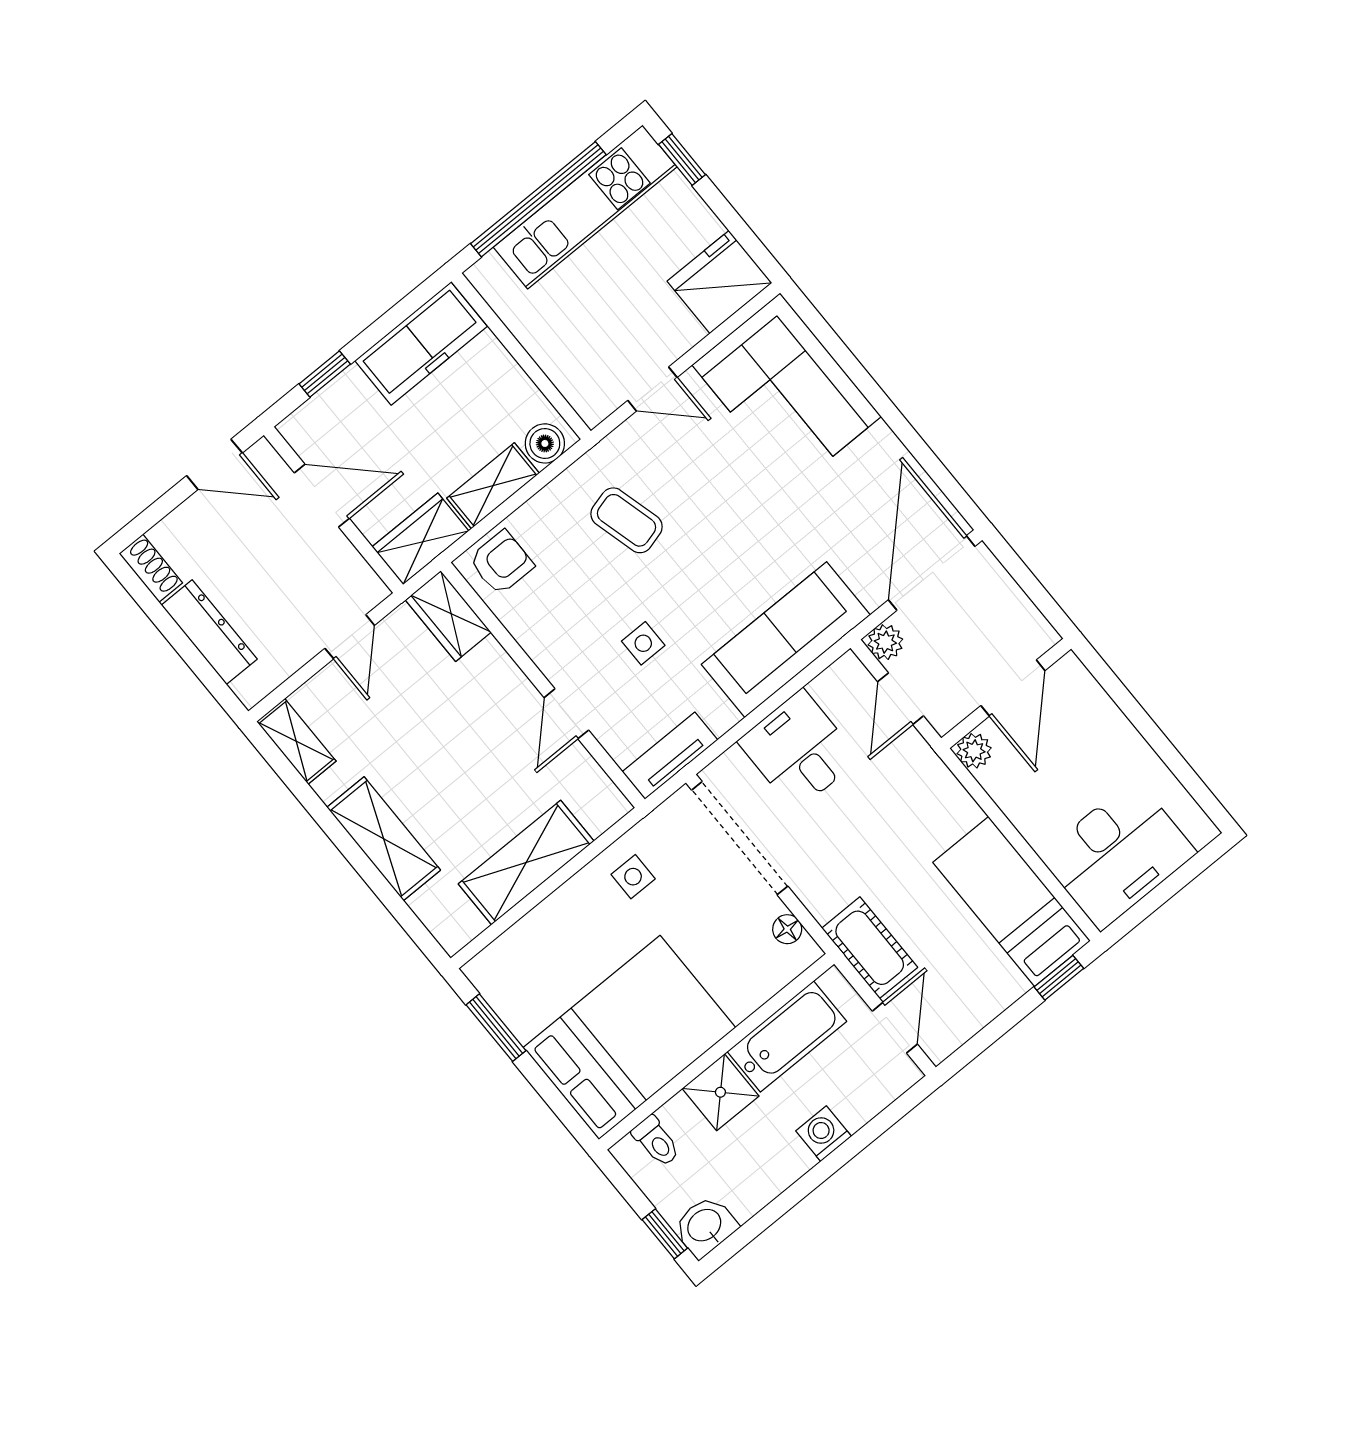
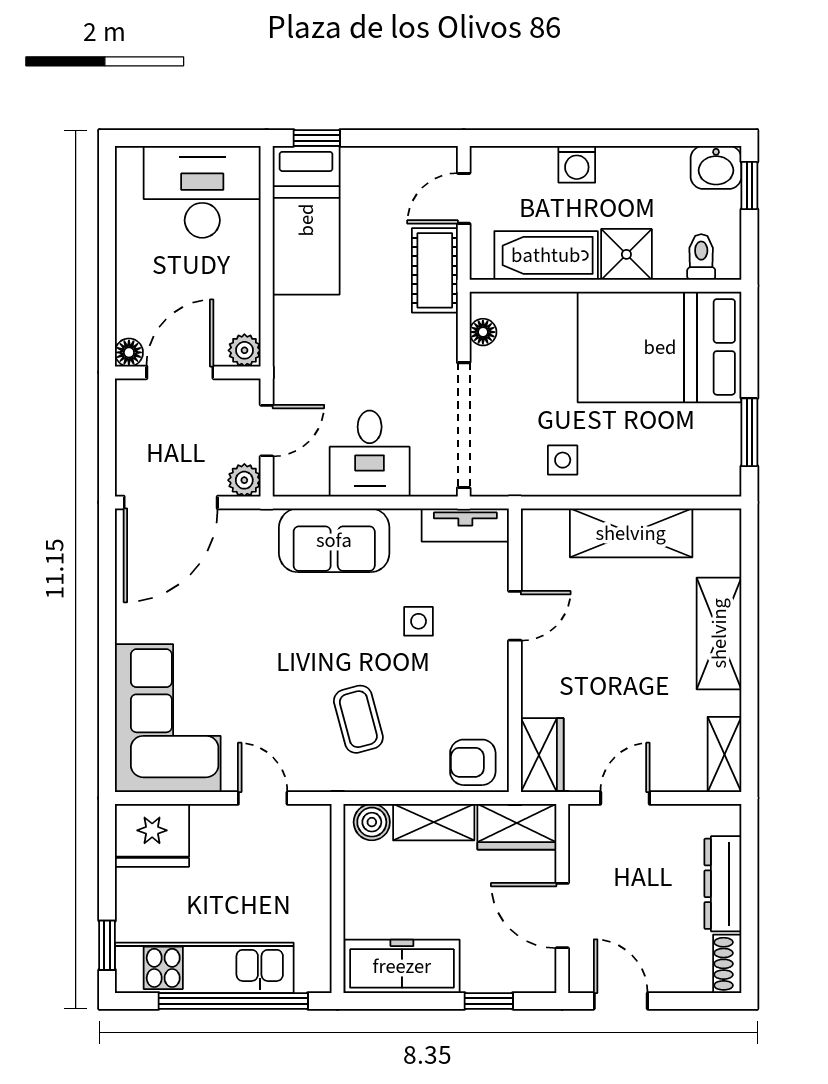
sofa: (786, 640) -> (334, 540), width x0.73
floor lamp: (1069, 670) -> (129, 352), added

